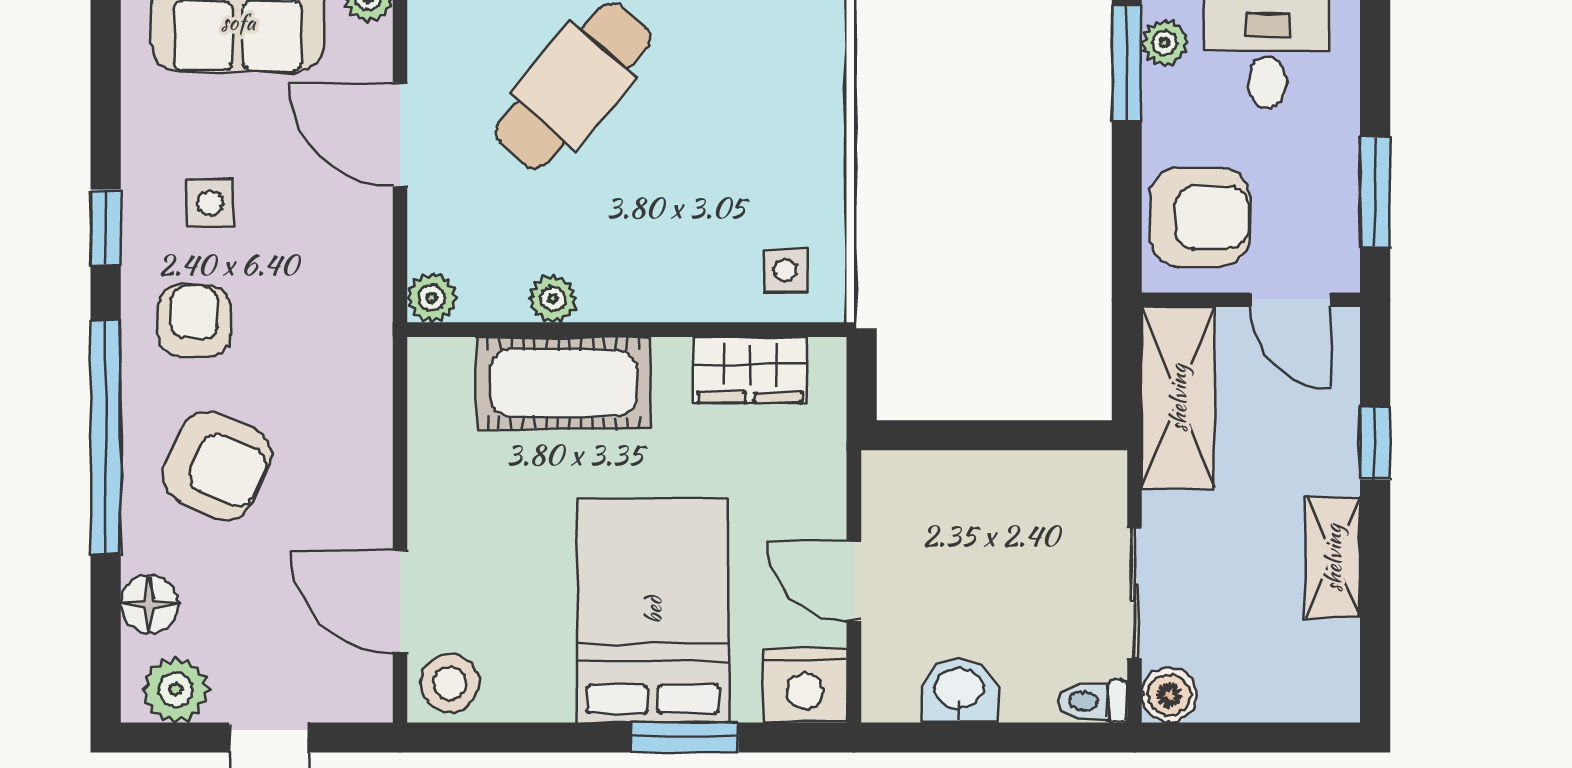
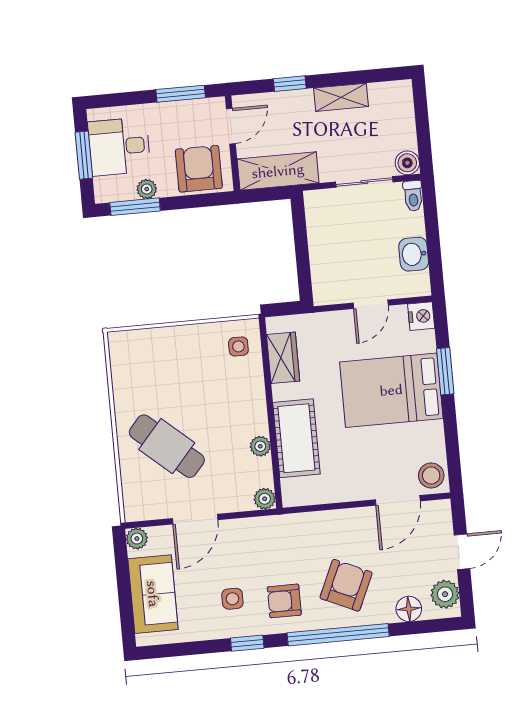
plant: (1165, 43) -> (147, 189), moved
nightstand: (805, 685) -> (421, 316), width x0.74, depth x0.75

